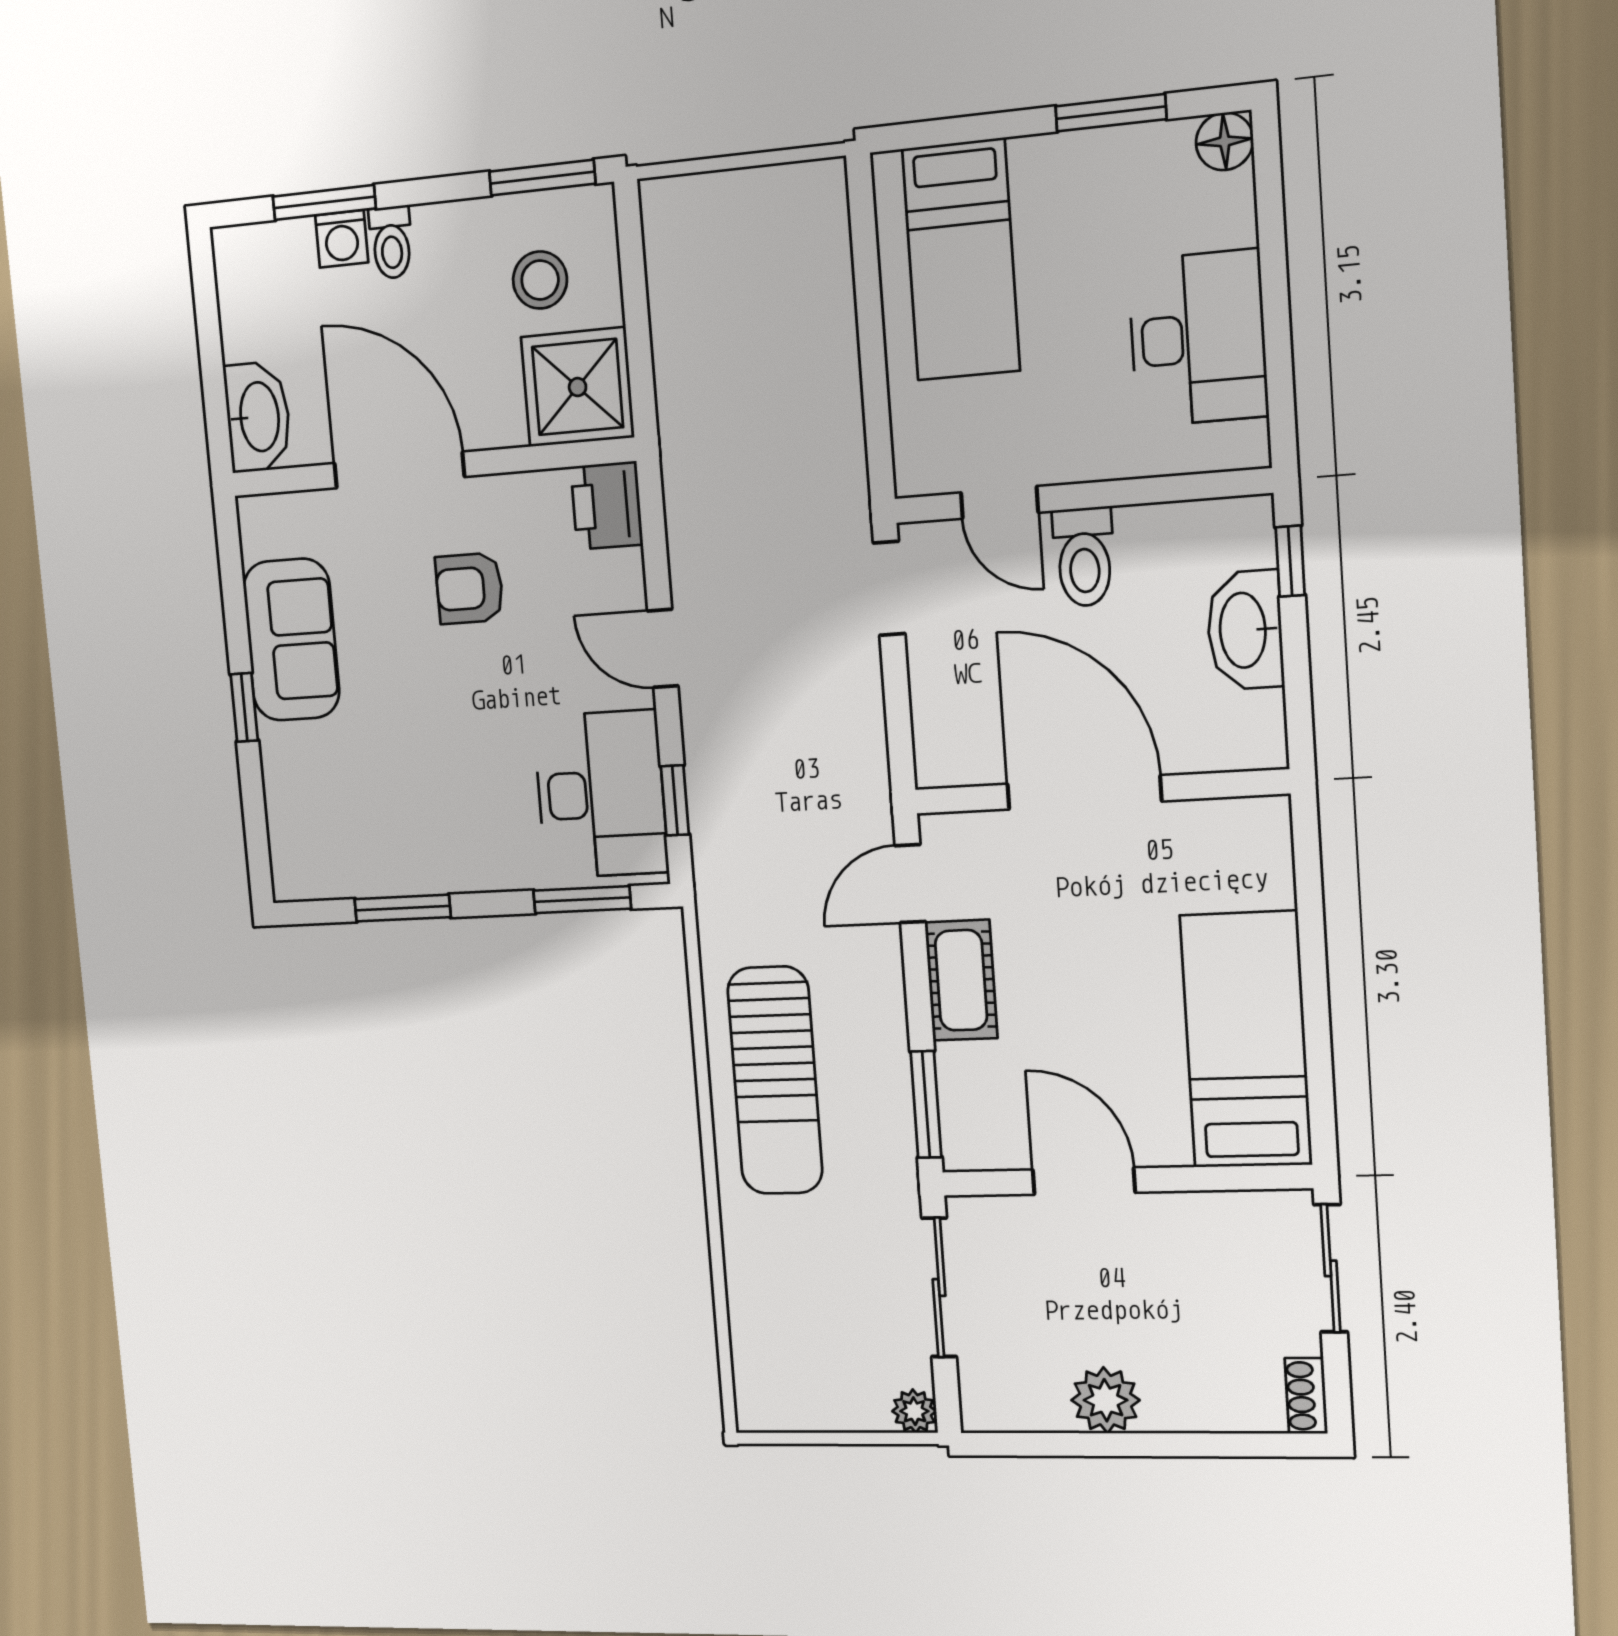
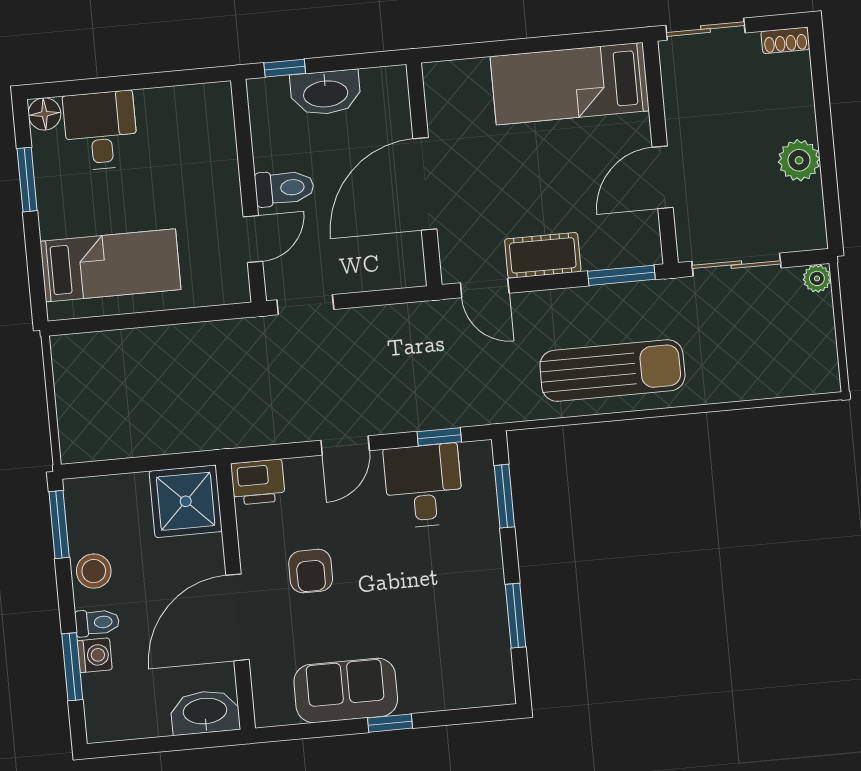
stool: (540, 280) -> (94, 571), moved
desk: (1198, 338) -> (101, 131), moved, width x0.73
desk: (601, 794) -> (423, 486), width x0.73

